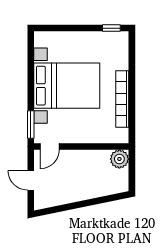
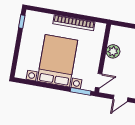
door: (50, 147) -> (99, 81), hinge flipped
plant: (119, 159) -> (113, 51), moved

